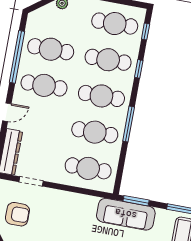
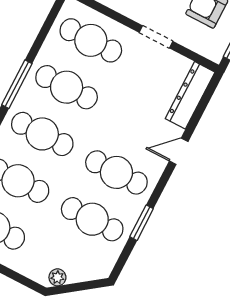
window: (17, 57) -> (142, 223), width x0.47
doorway: (31, 181) -> (156, 37), moved

